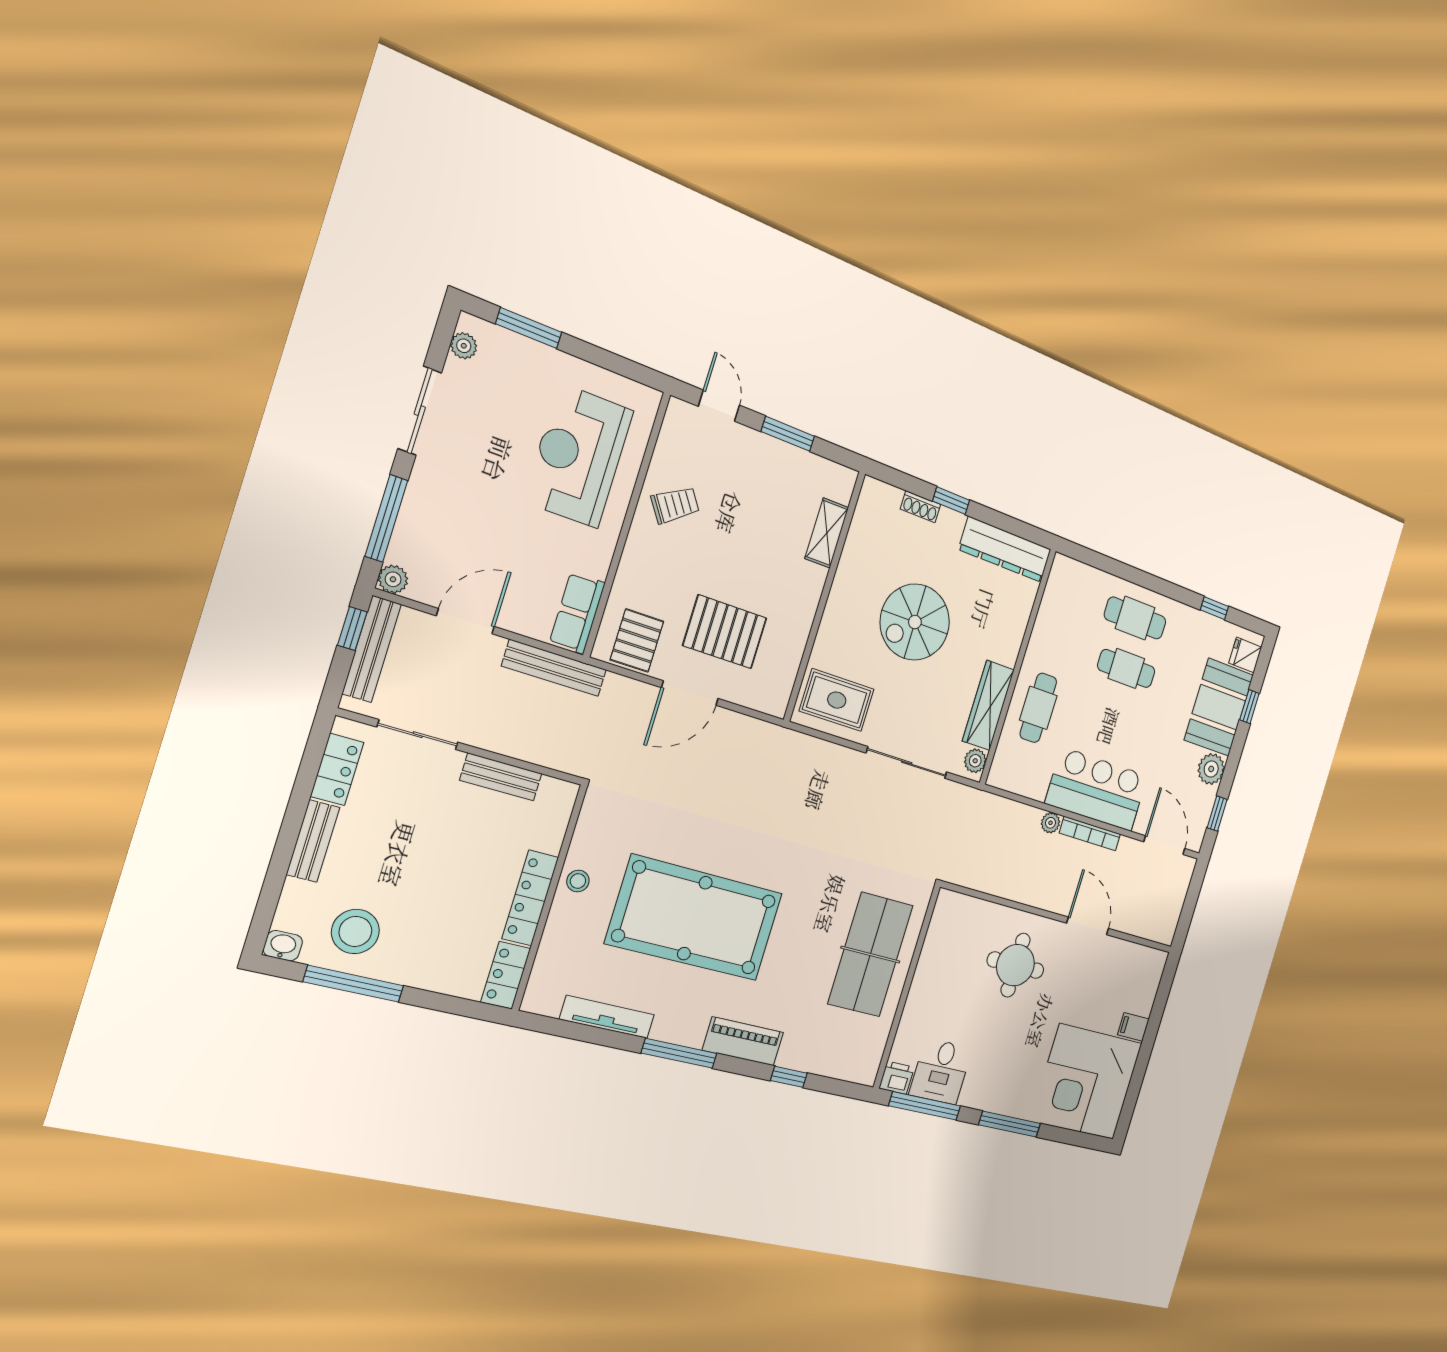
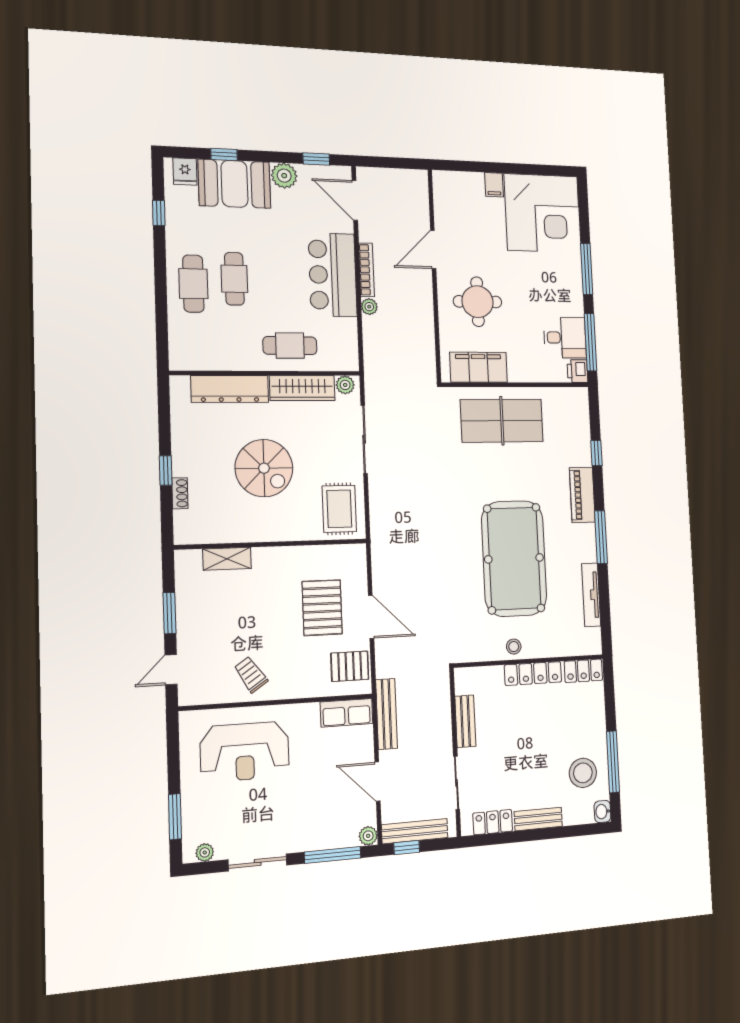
dresser: (1005, 549) -> (230, 389), moved, turned 90
door: (1164, 845) -> (355, 200), hinge flipped
filing cabinet: (942, 943) -> (479, 367), added

